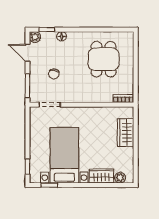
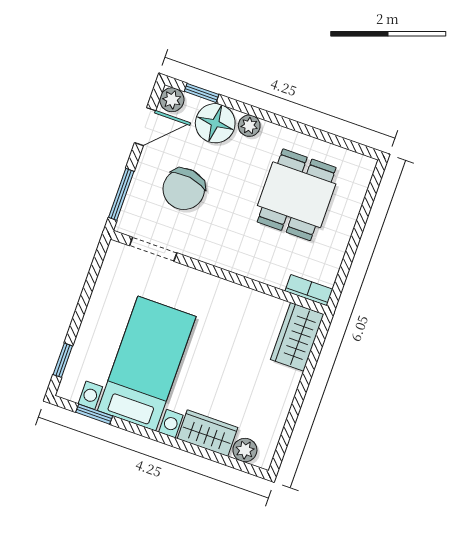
floor lamp: (62, 36) -> (215, 123), width x1.89, depth x1.89
plant: (72, 36) -> (249, 126), added
door: (27, 53) -> (145, 127), swing flipped
chair: (54, 74) -> (184, 189), width x1.87, depth x1.87
wardrobe: (126, 133) -> (297, 337), moved

